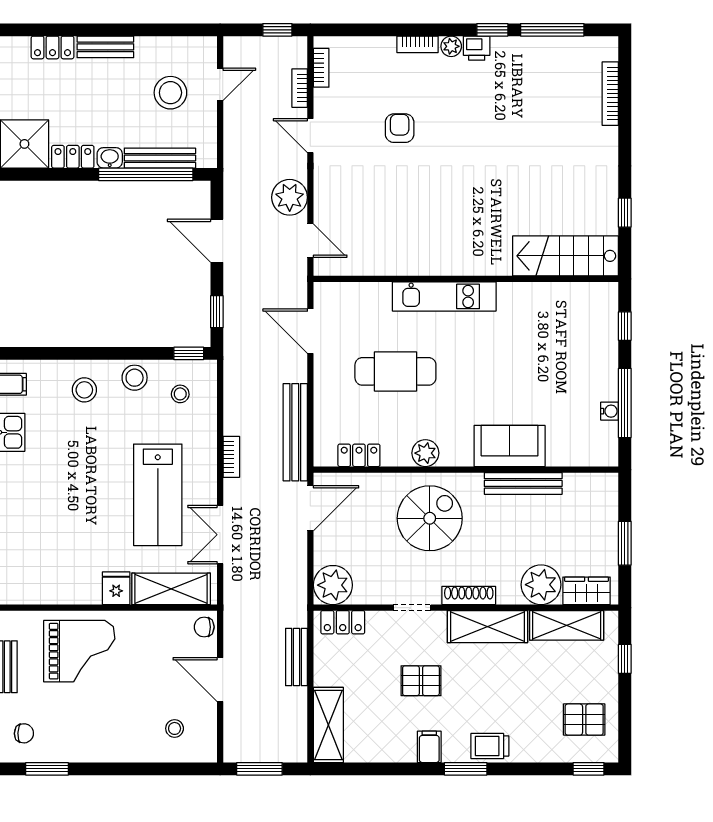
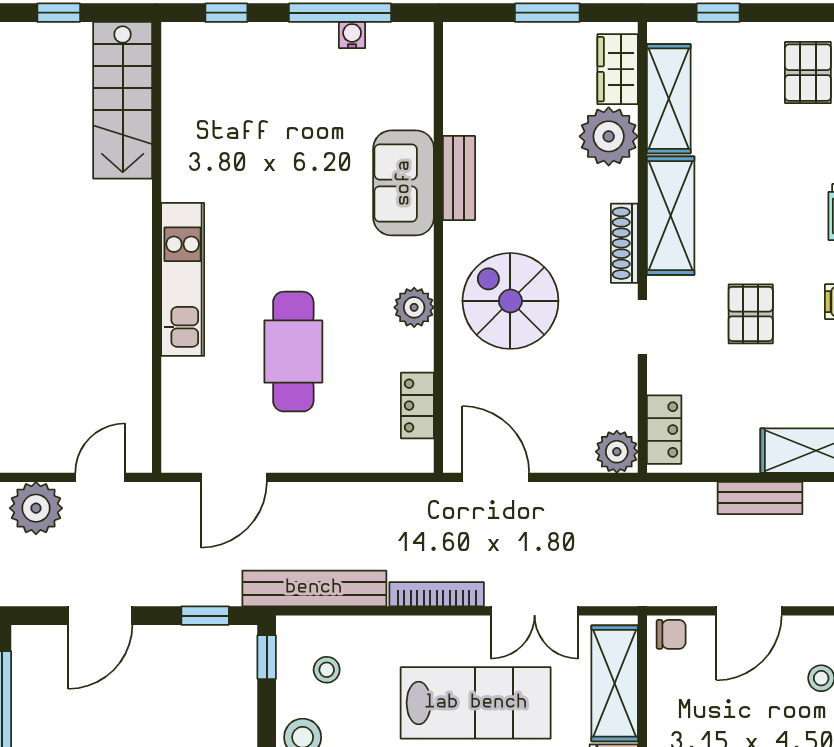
bench: (295, 432) -> (314, 588), moved
bookcase: (231, 457) -> (437, 594), width x1.56
bench: (523, 483) -> (459, 178), width x0.73
plant: (333, 585) -> (617, 452), width x0.73, depth x0.73
chair: (204, 627) -> (671, 634), turned -90
bench: (296, 657) -> (760, 498), moved

